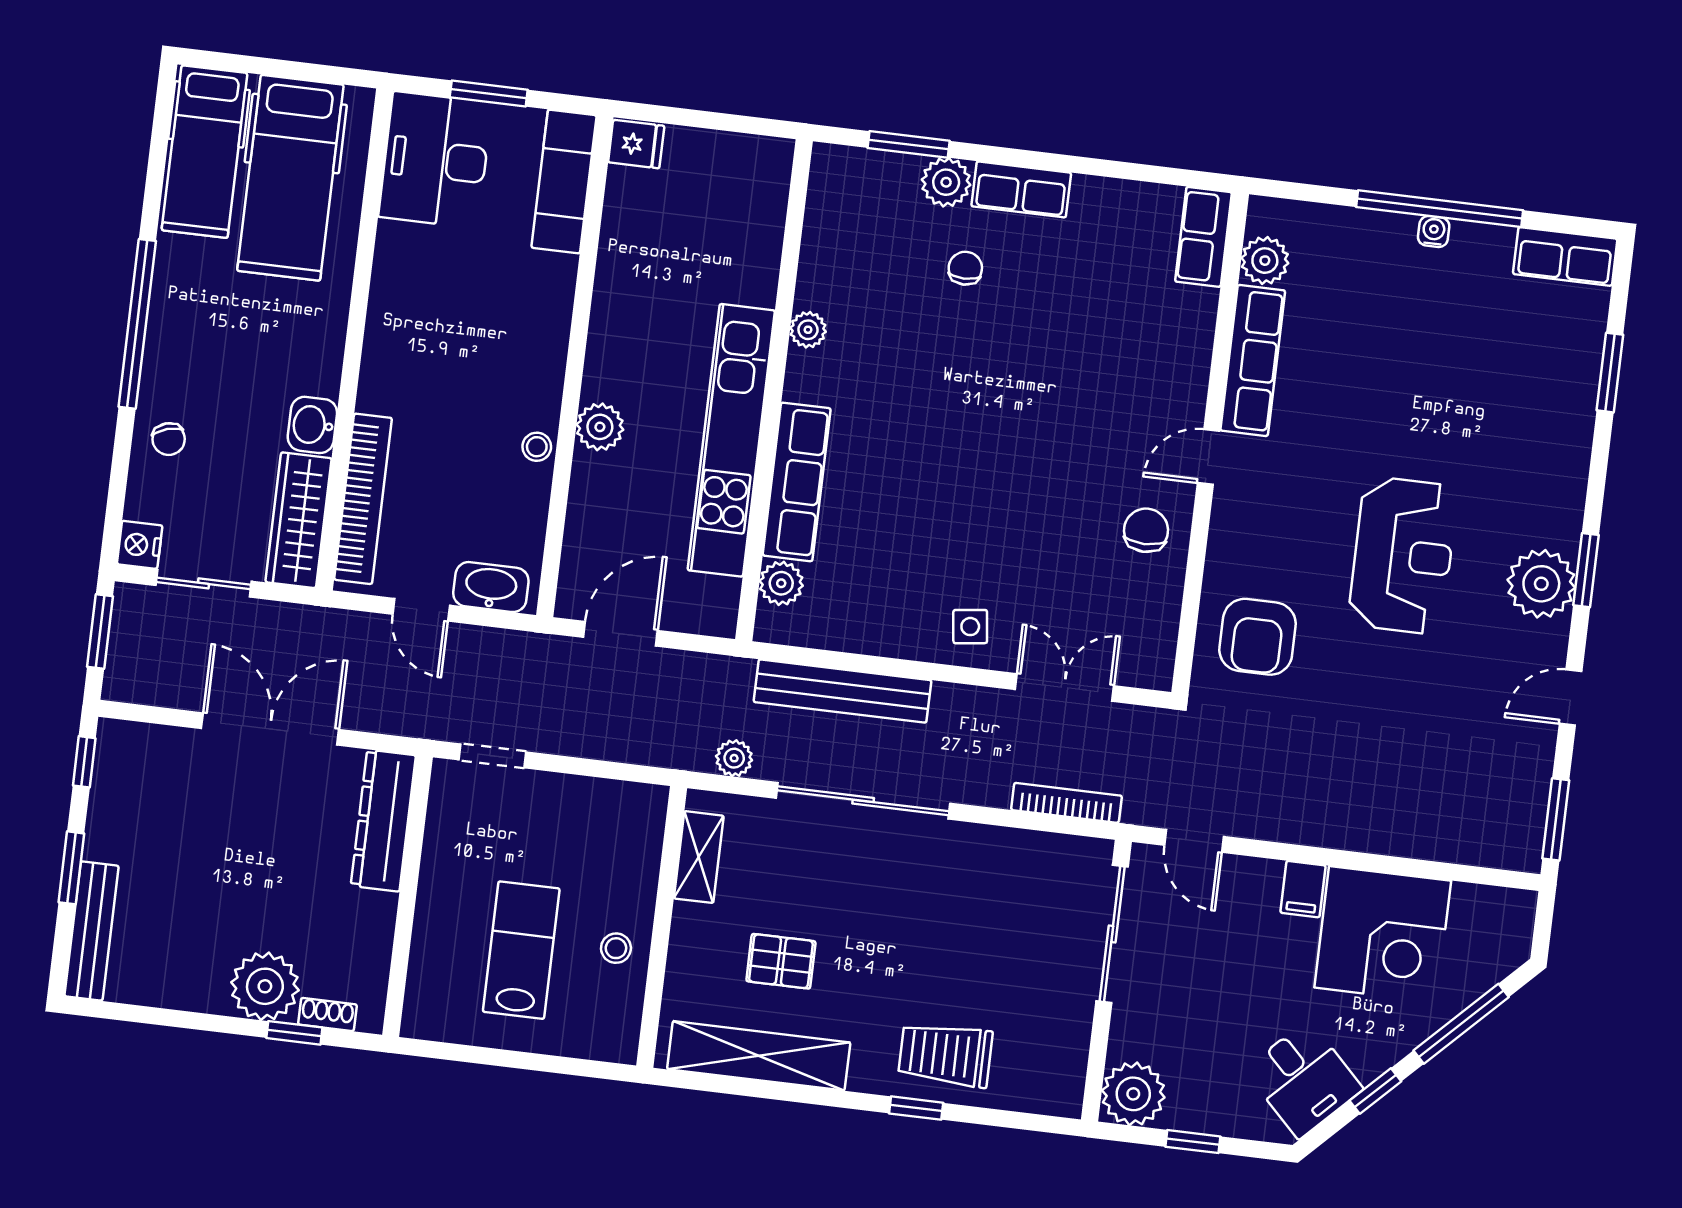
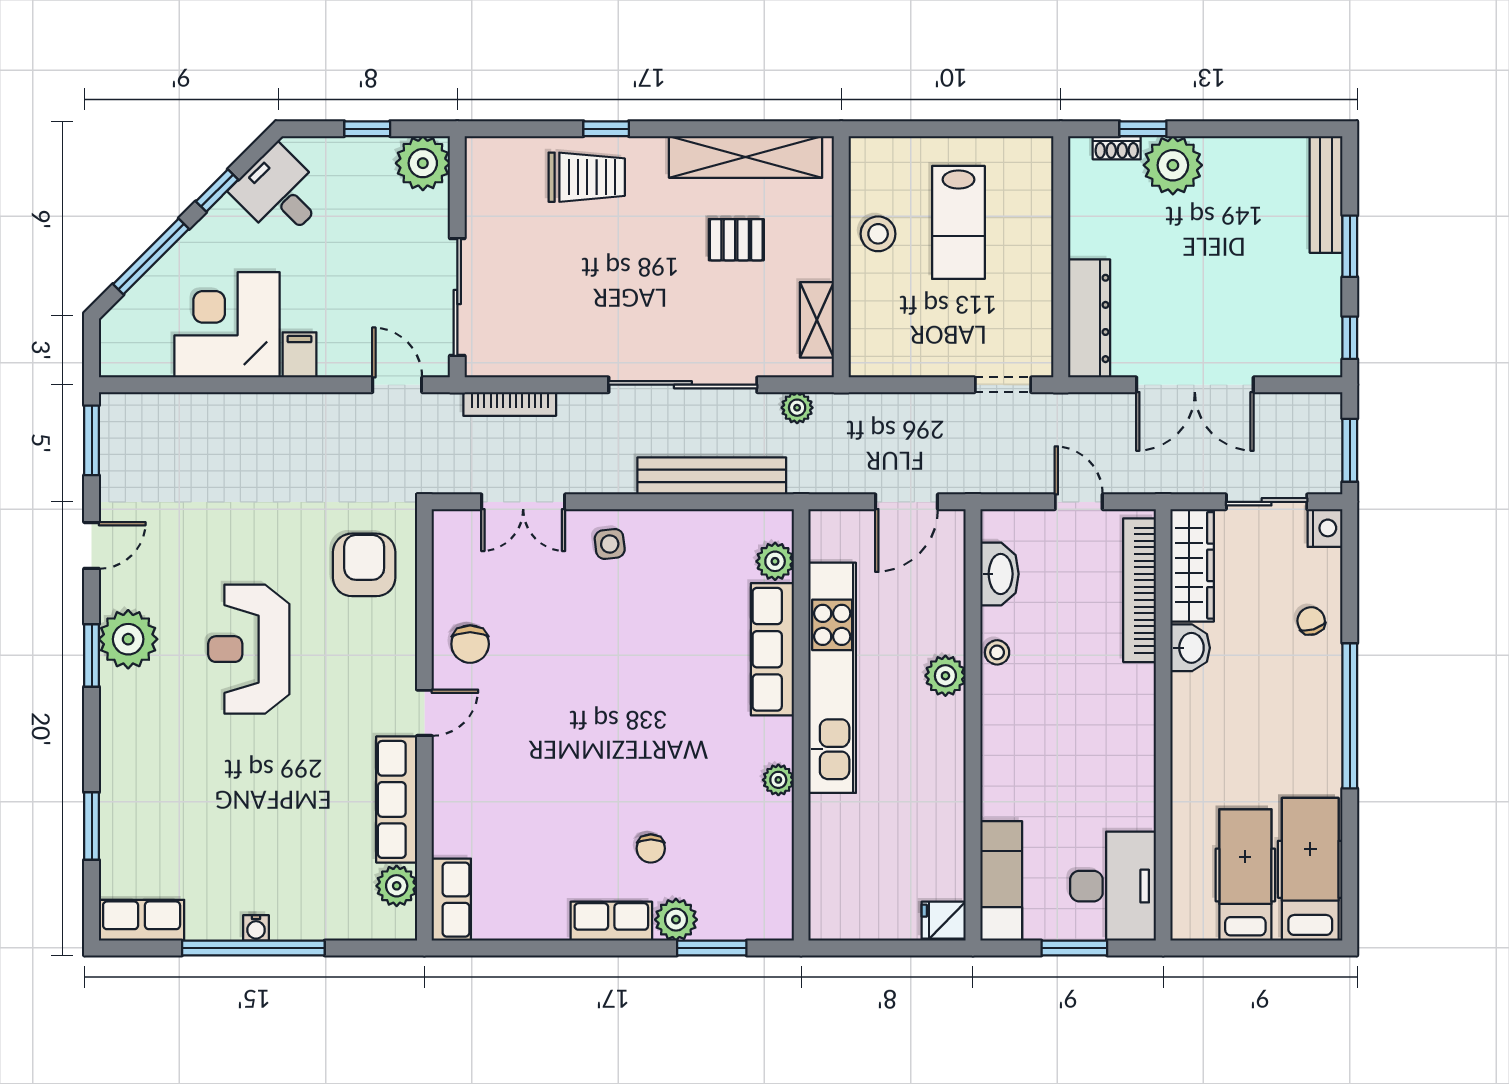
hospital bed: (290, 178) -> (1245, 875), width x0.73, depth x0.78
washbasin: (491, 587) -> (999, 574), moved, turned -90
stool: (616, 948) -> (878, 234), width x1.37, depth x1.37

